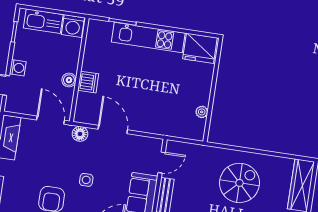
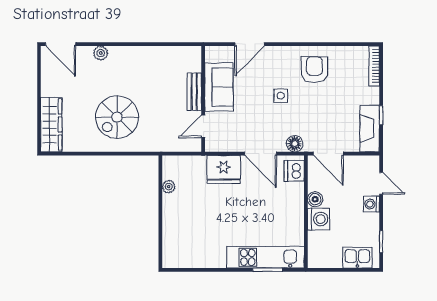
kitchen sink: (43, 21) -> (357, 258), width x0.73
washing machine: (73, 26) -> (318, 219), moved, turned 90
kitchen unit: (148, 37) -> (266, 257), moved
fridge: (200, 48) -> (224, 169), moved, turned 180
dishwasher: (88, 82) -> (294, 171), moved

